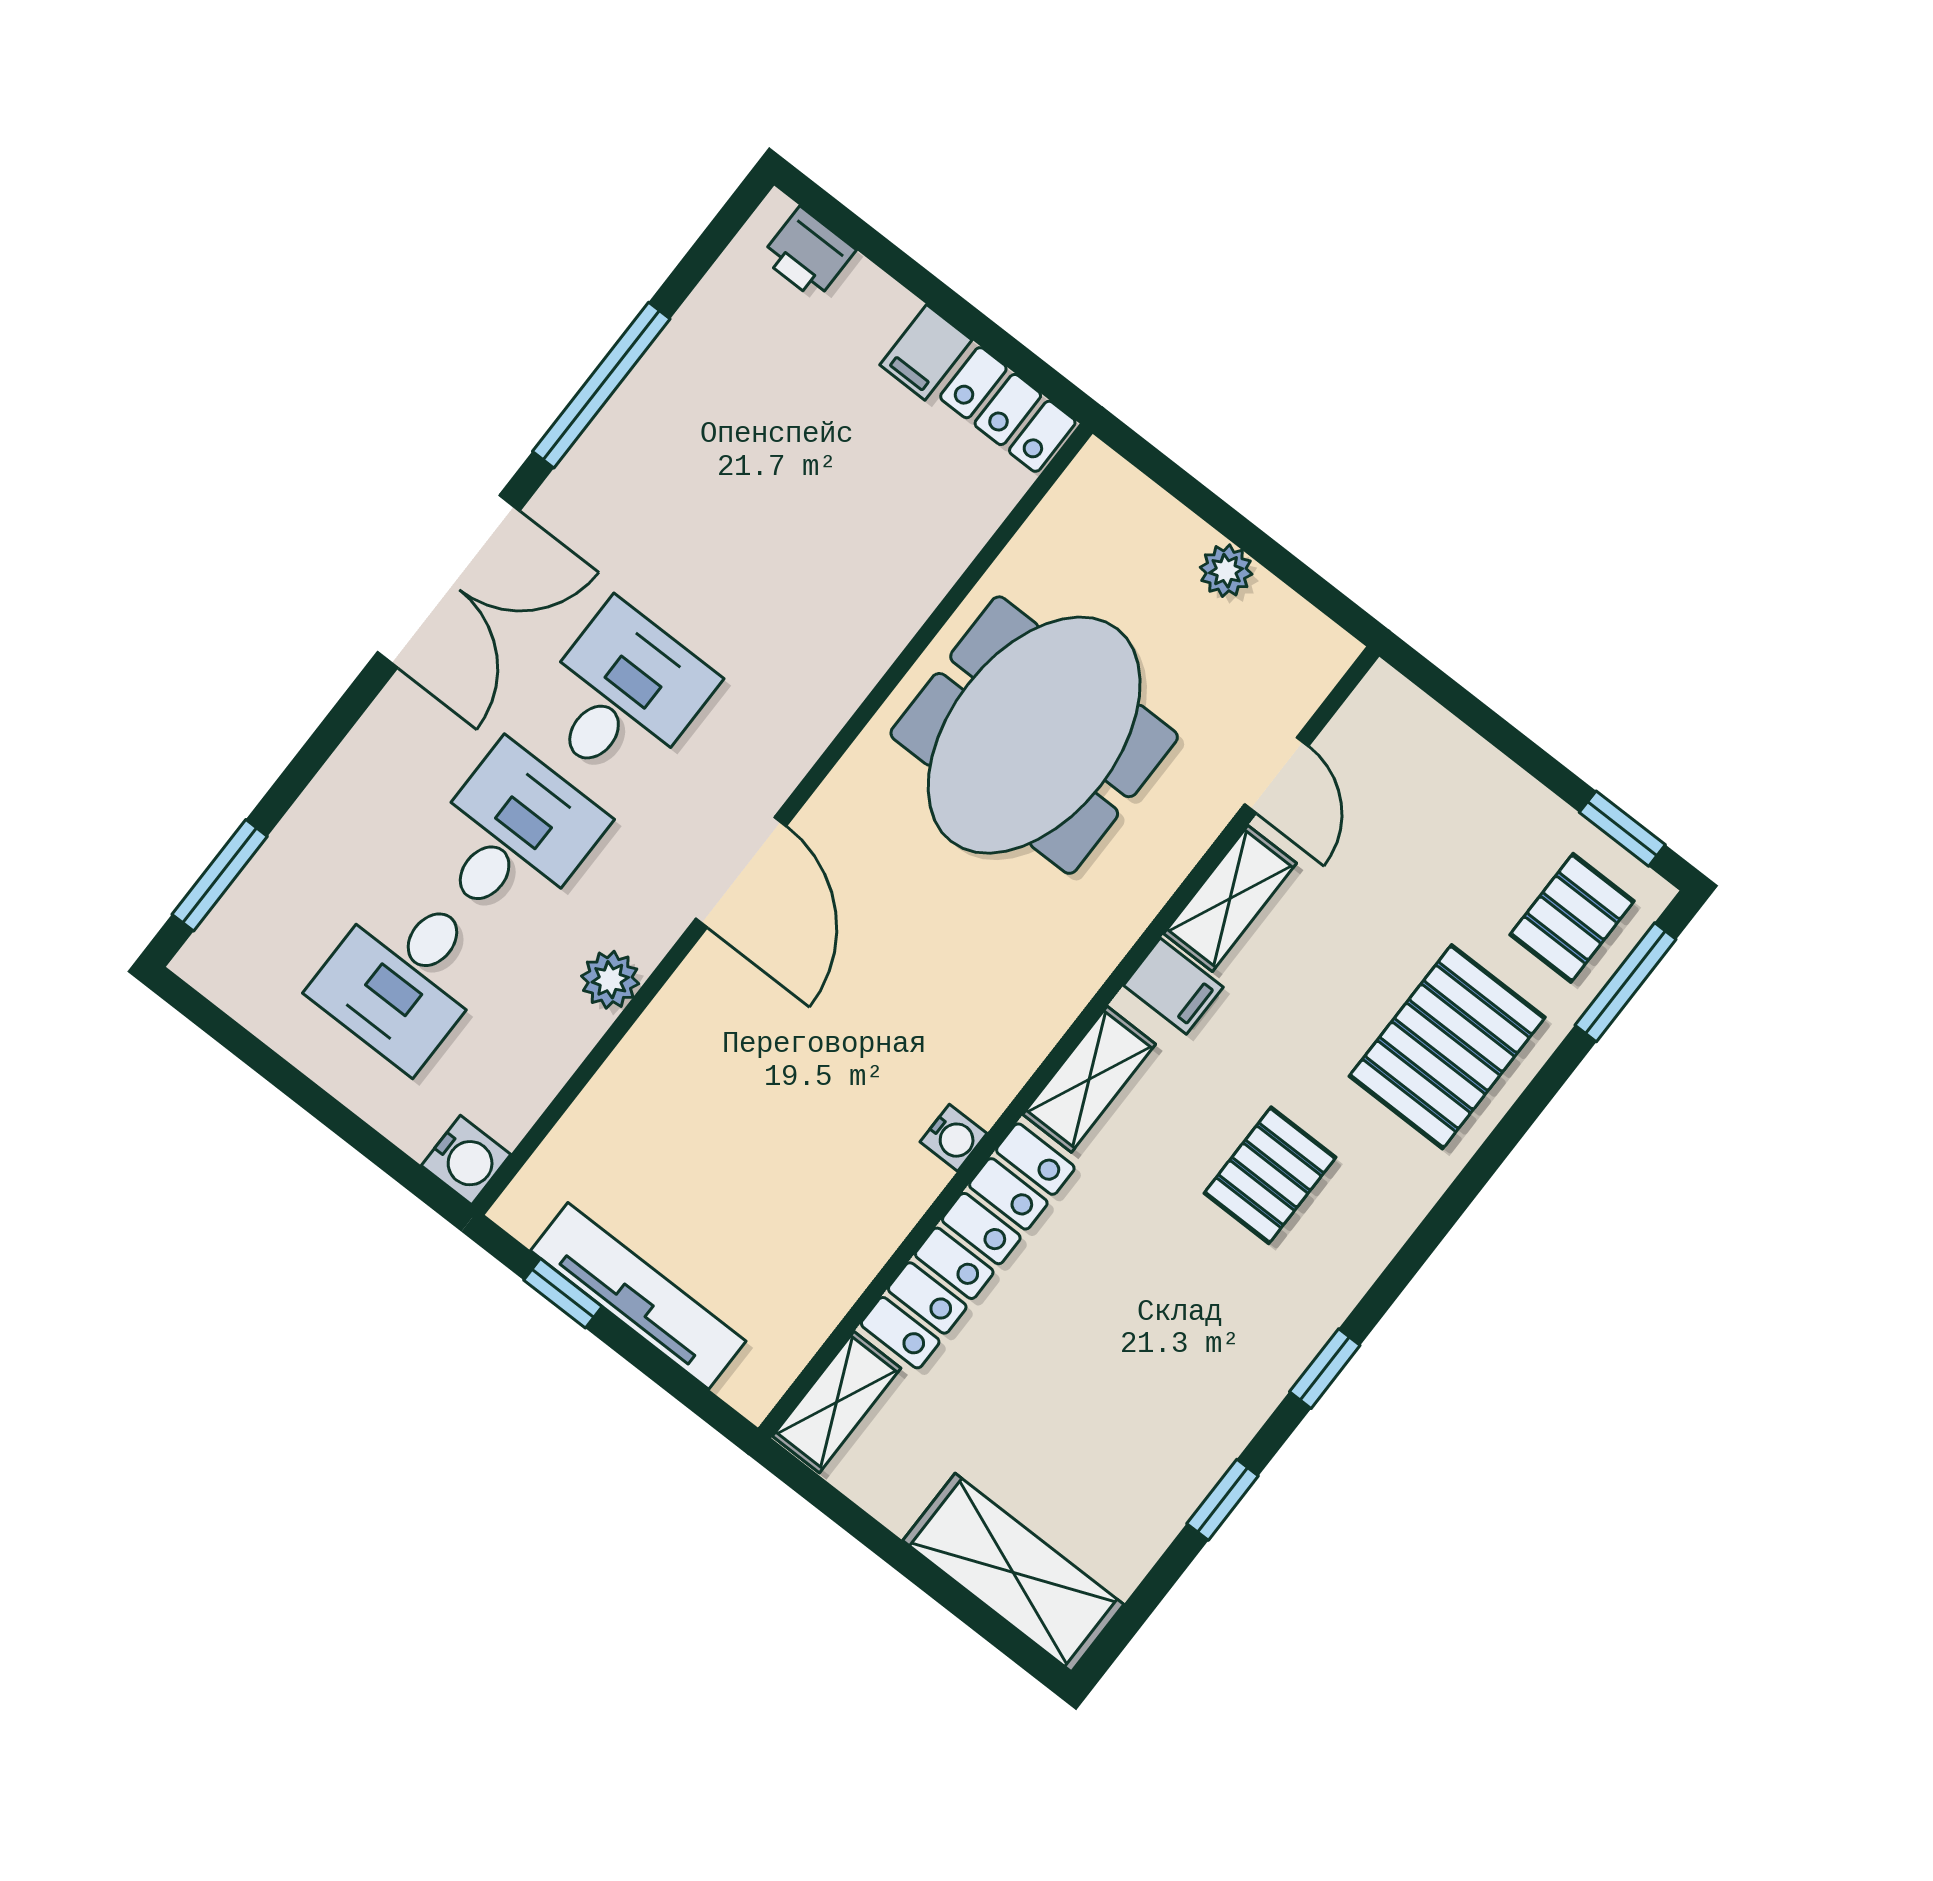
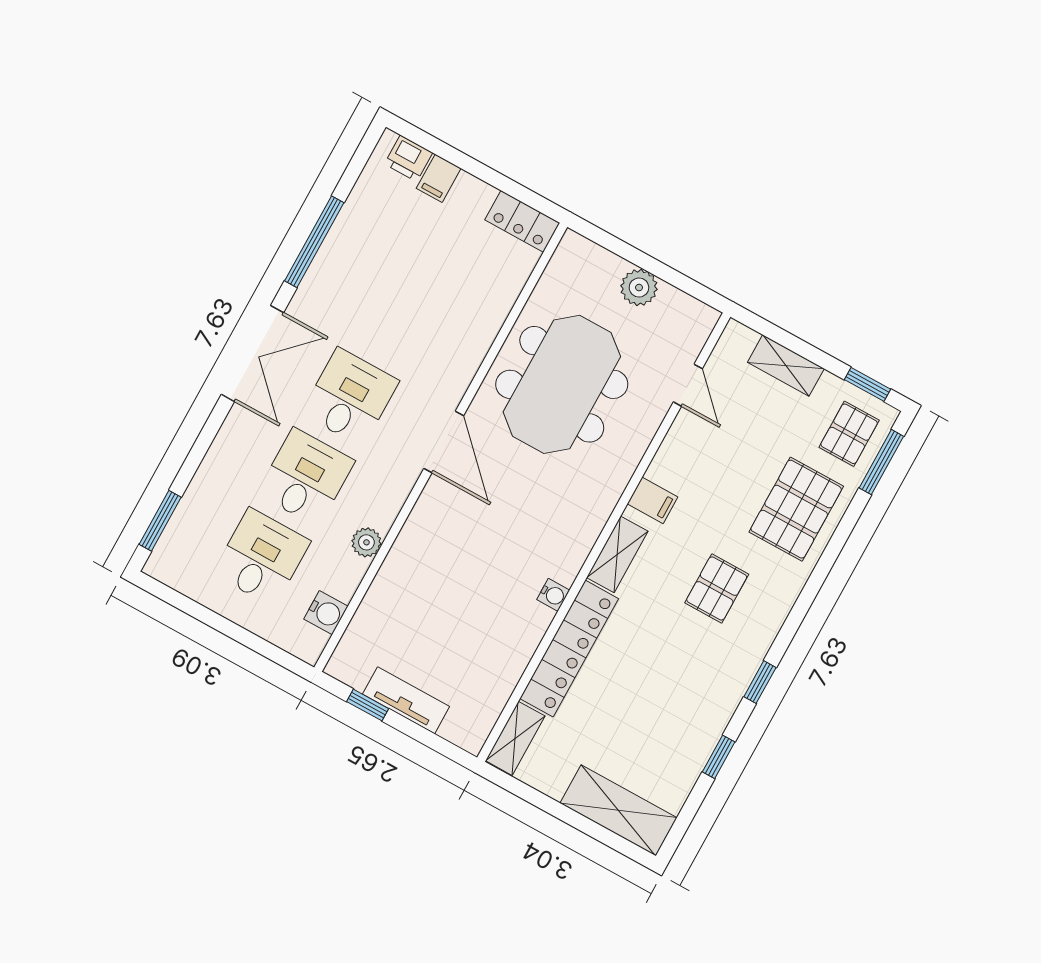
filing cabinet: (926, 352) -> (439, 178), moved
plant: (1226, 571) -> (639, 288), width x1.38, depth x1.38
door: (741, 872) -> (444, 442), moved
shelving: (1230, 898) -> (786, 365), moved, turned 90
desk: (404, 977) -> (262, 557), turned 180
water cooler: (466, 1160) -> (326, 613), moved
tv unit: (638, 1296) -> (406, 700), width x0.71

